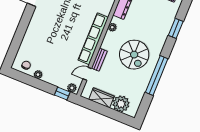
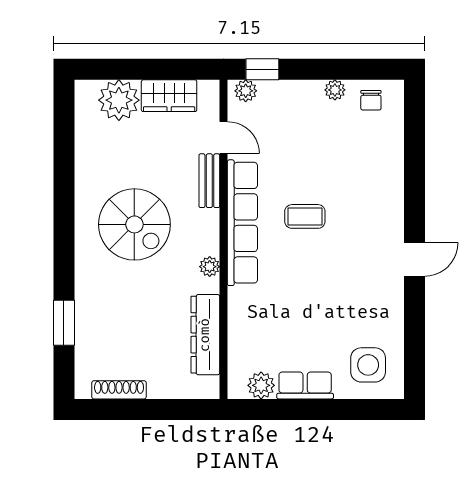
coffee table: (69, 32) -> (305, 216), added
spiral stairs: (134, 55) -> (134, 224), turned 180
door: (87, 74) -> (224, 138), hinge flipped
window: (157, 76) -> (64, 198), removed

